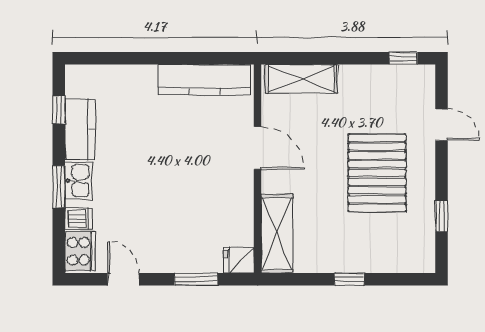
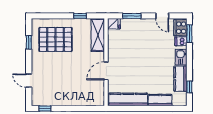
kitchen counter: (128, 78) -> (160, 100), added
shelving: (301, 79) -> (88, 100), removed
door: (258, 148) -> (106, 71), hinge flipped
pallet: (377, 173) -> (56, 39), moved, turned 90
window: (59, 187) -> (189, 34), moved
window: (349, 279) -> (80, 16), moved

